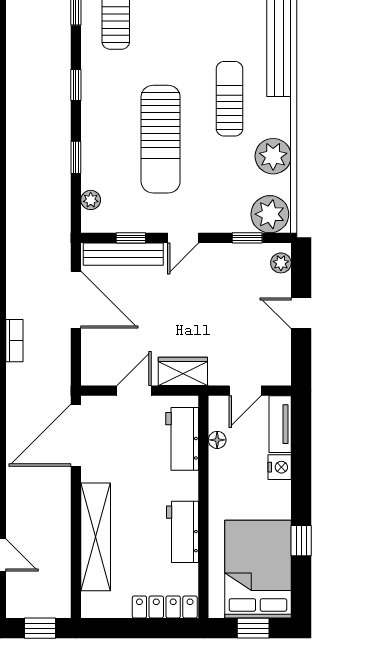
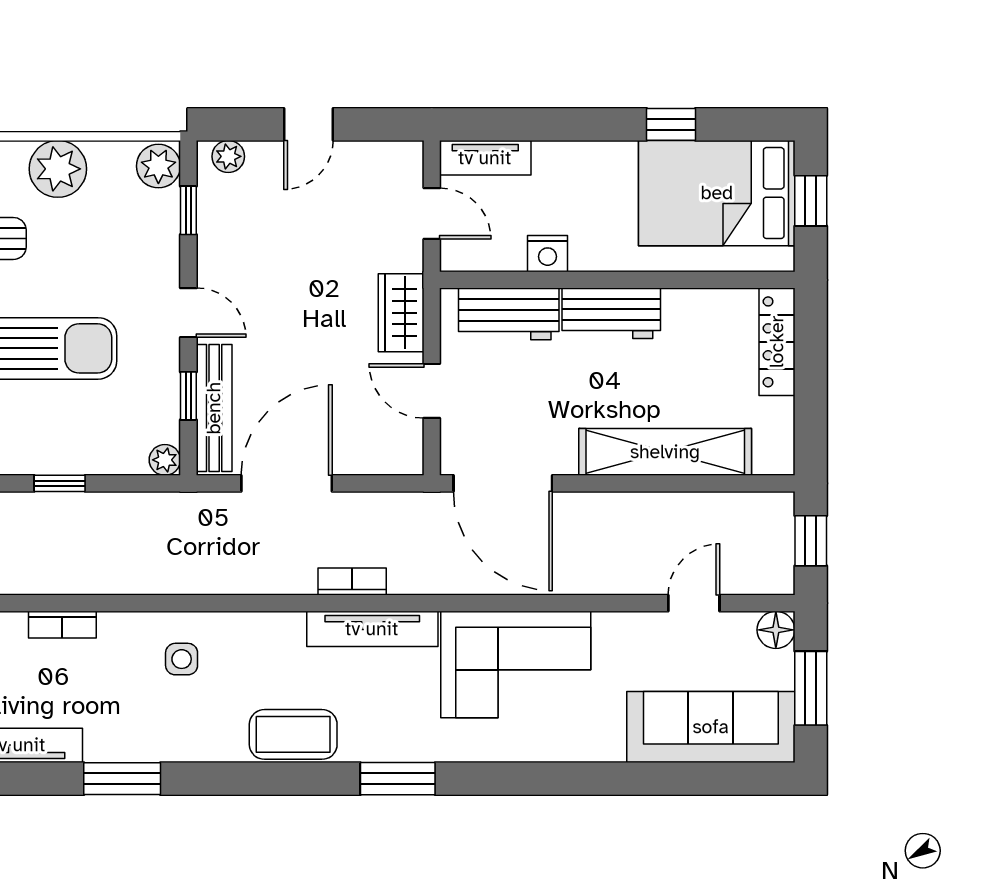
plant: (91, 200) -> (165, 460), moved
plant: (270, 214) -> (158, 166), width x0.73, depth x0.73
floor lamp: (217, 440) -> (511, 258), removed
nightstand: (280, 467) -> (548, 254), moved, turned 180
workbench: (183, 532) -> (611, 313), moved

